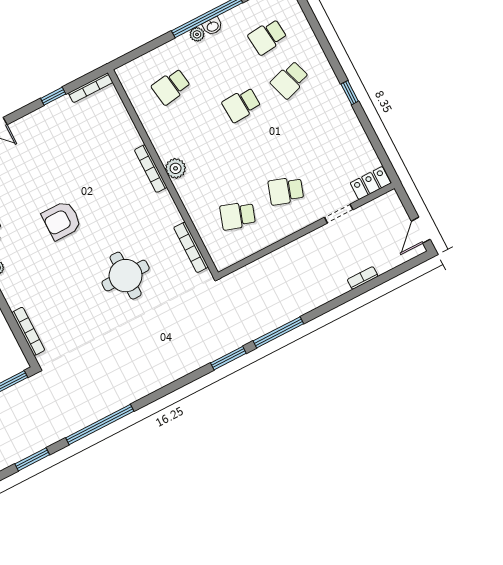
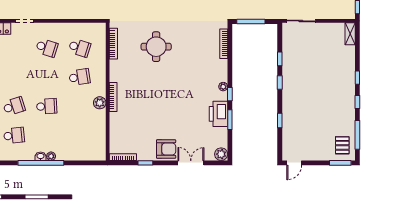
school desk: (171, 87) -> (79, 77), moved
plant: (176, 168) -> (100, 103), moved
armchair: (62, 220) -> (166, 149), moved

